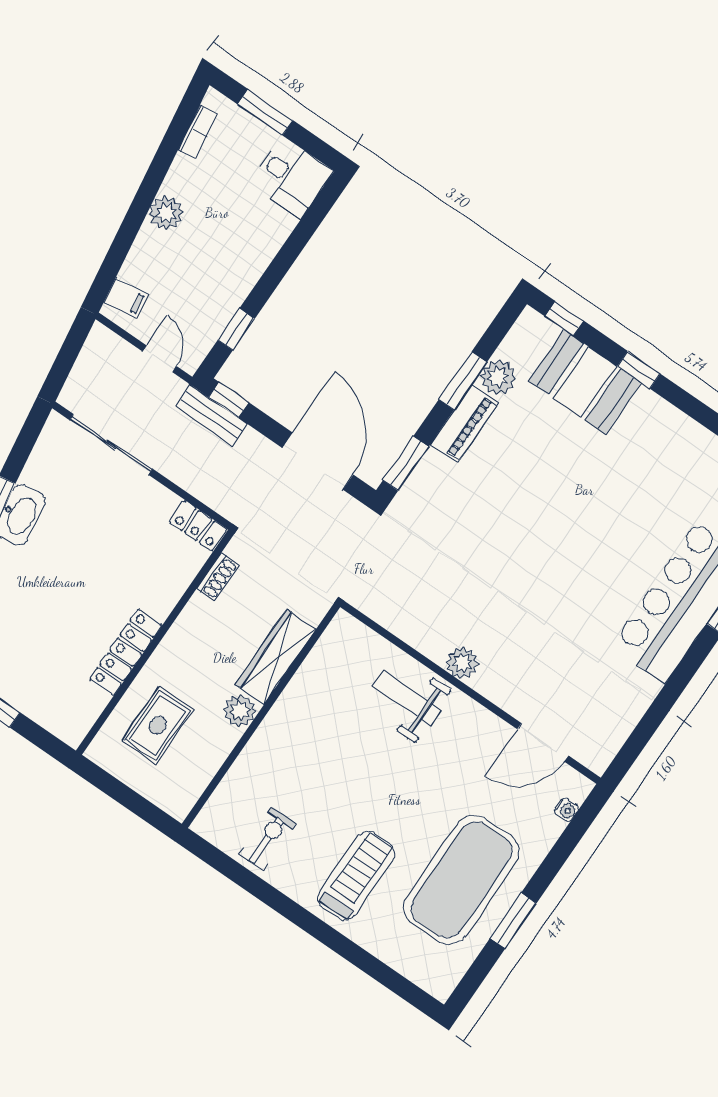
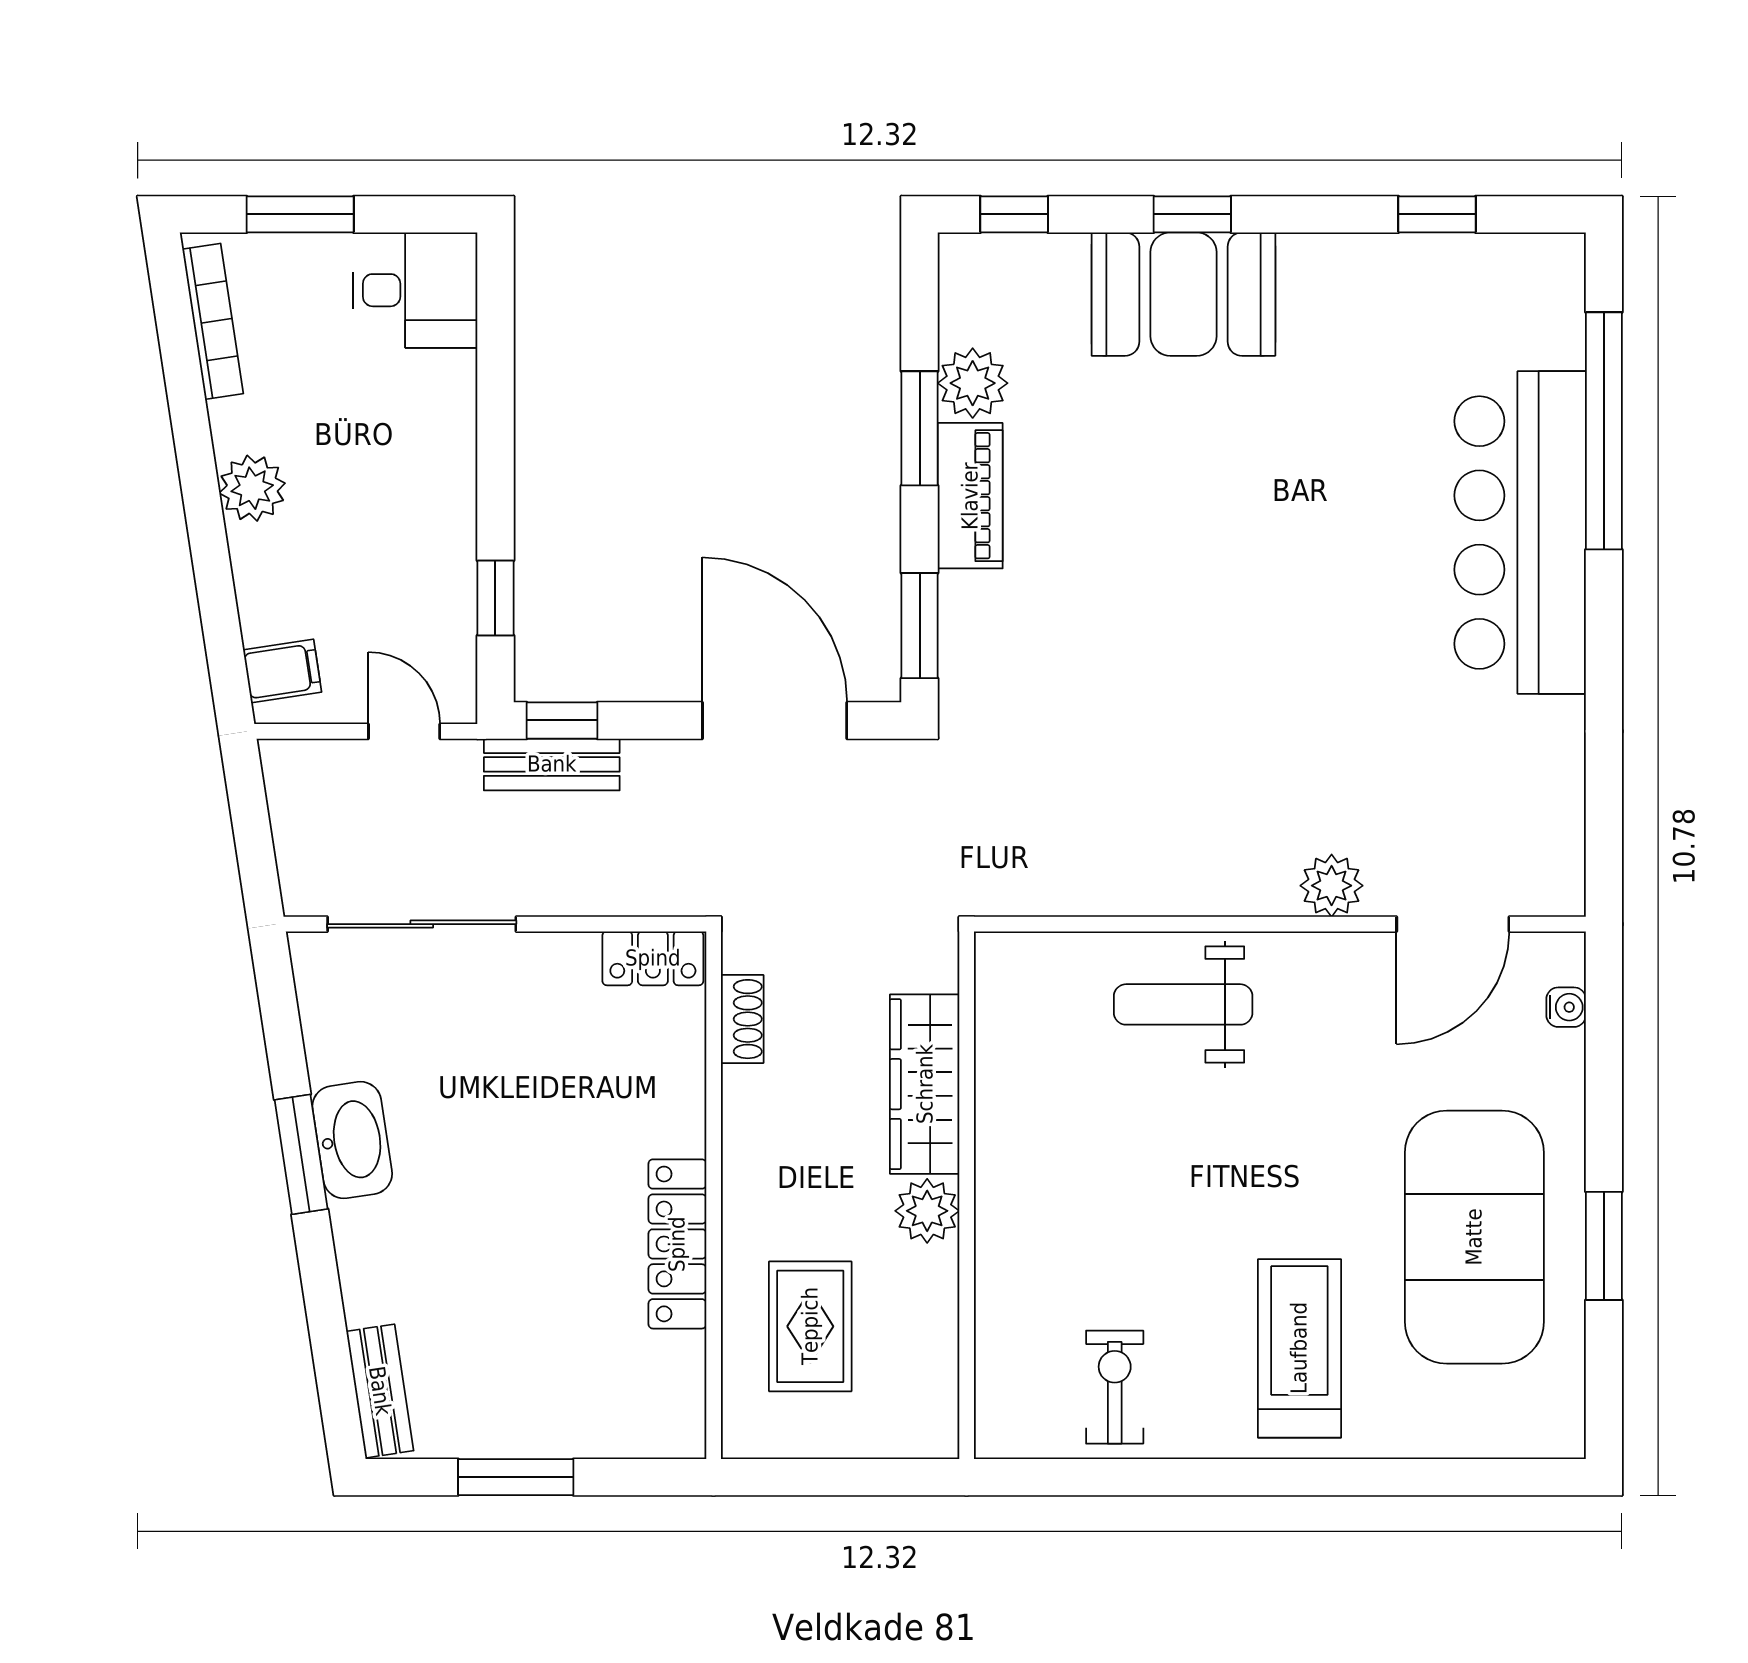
bookcase: (198, 132) -> (213, 321), width x1.56
booth: (585, 382) -> (1183, 294), moved
plant: (462, 663) -> (1332, 886), moved

